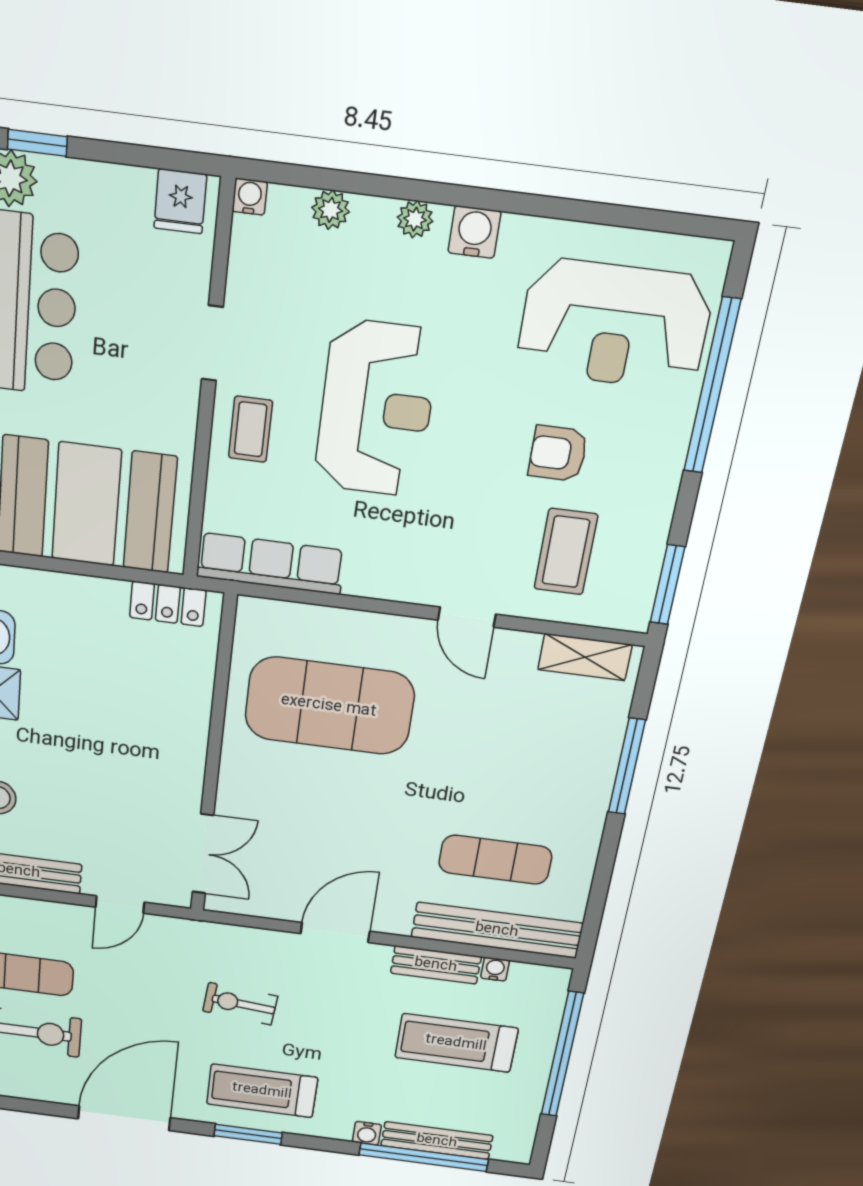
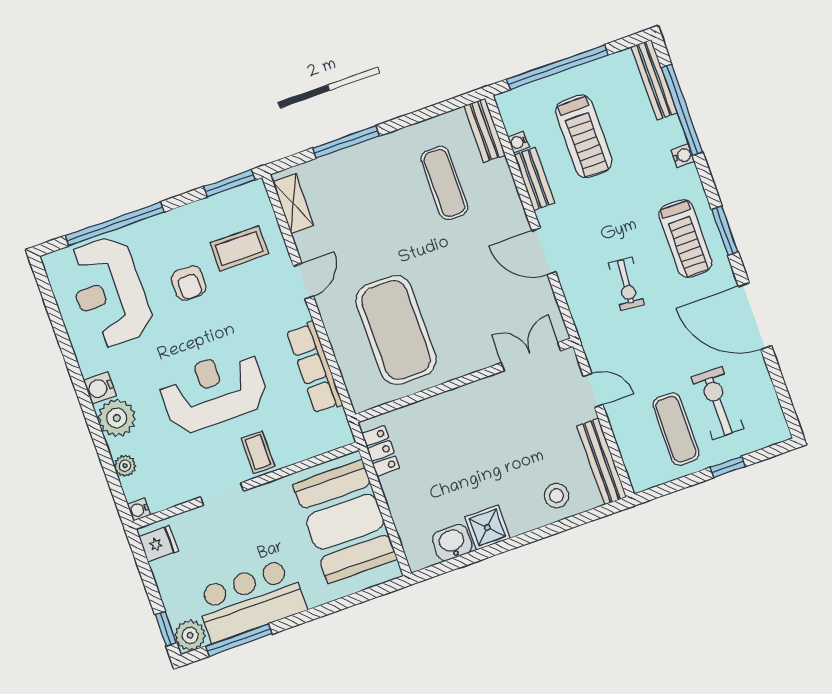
plant: (415, 219) -> (117, 418), width x1.87, depth x1.87
reception desk: (614, 325) -> (109, 292), turned 180
coffee table: (250, 429) -> (258, 452), turned 90
row of seats: (271, 564) -> (314, 368), moved
bench: (497, 930) -> (485, 130), width x0.54, depth x0.82
bench: (437, 1141) -> (654, 80), moved

